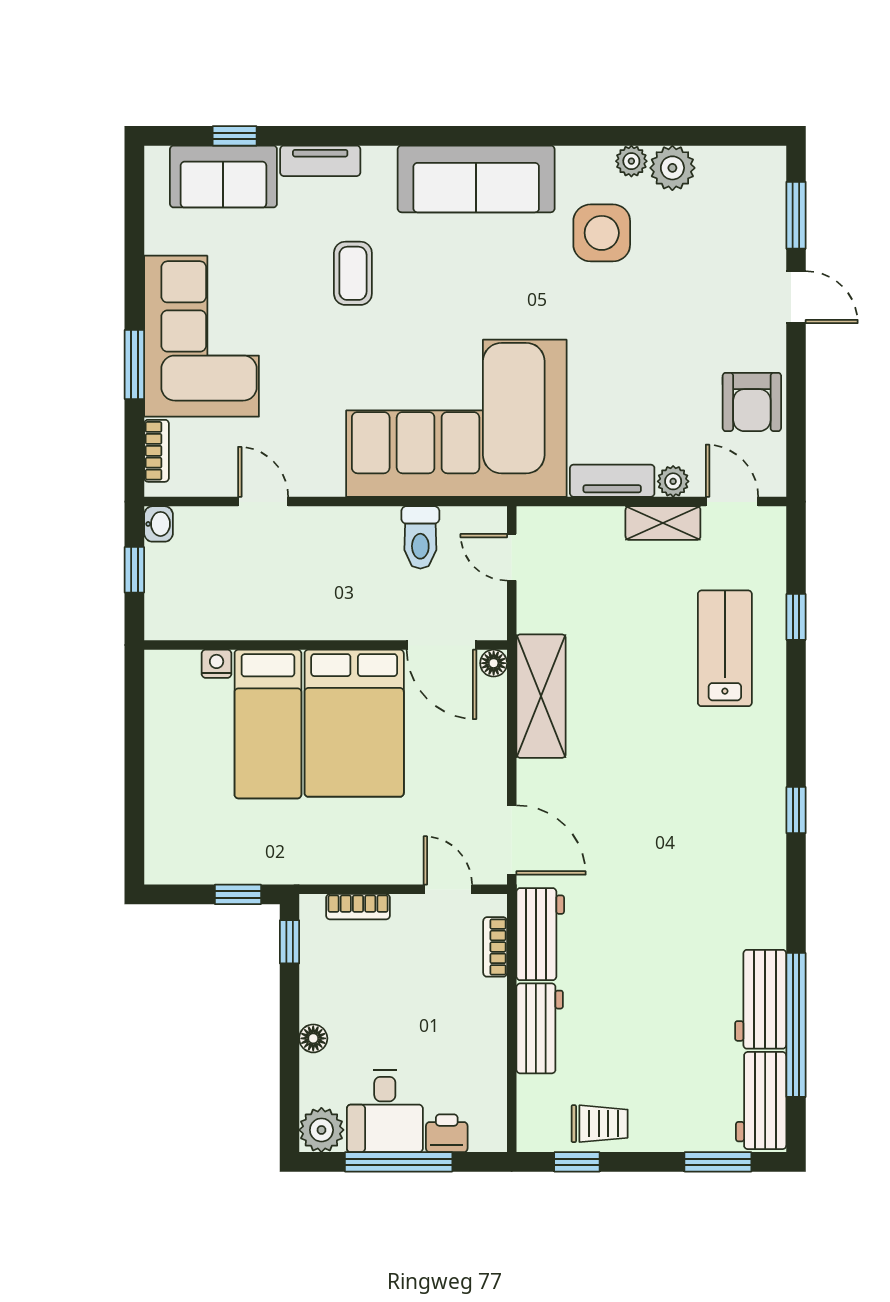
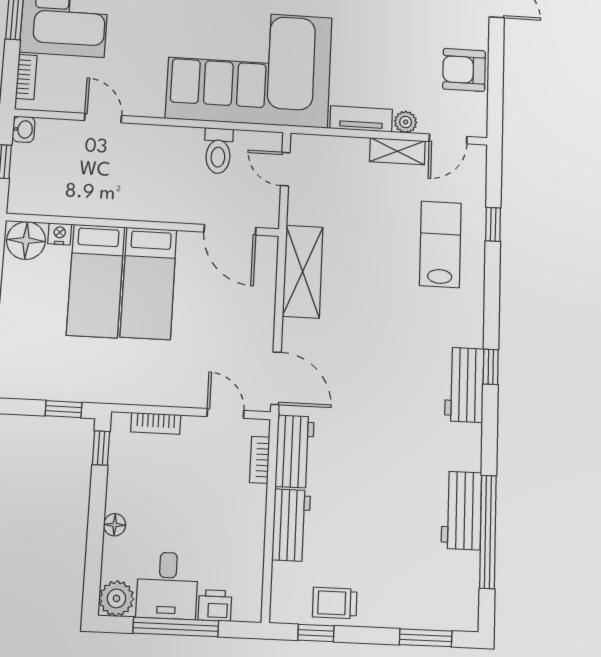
armchair: (752, 402) -> (464, 70), turned 90
door: (732, 502) -> (448, 139), swing flipped
floor lamp: (494, 663) -> (26, 241), moved, width x1.89, depth x1.89
bed: (354, 723) -> (148, 283), width x0.67
workbench: (761, 1101) -> (464, 385), moved
trolley: (600, 1124) -> (335, 603), turned 180

